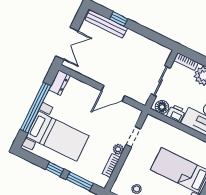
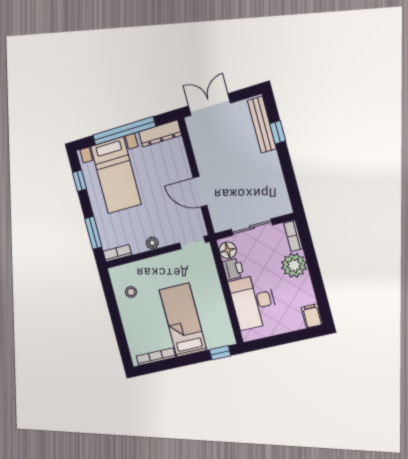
double door: (67, 44) -> (209, 105), swing flipped
dresser: (59, 83) -> (160, 134), width x1.44
doorway: (133, 137) -> (192, 243), moved
bookcase: (111, 165) -> (117, 253), moved
window: (55, 169) -> (80, 181), moved

